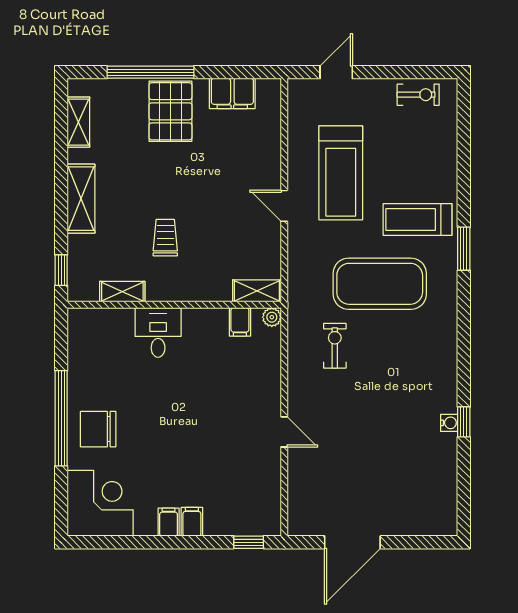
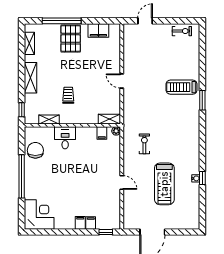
treadmill: (341, 173) -> (164, 184), moved
exercise mat: (380, 284) -> (165, 116), removed
chair: (98, 429) -> (35, 150), moved, turned 90
filing cabinet: (169, 522) -> (91, 223), moved

